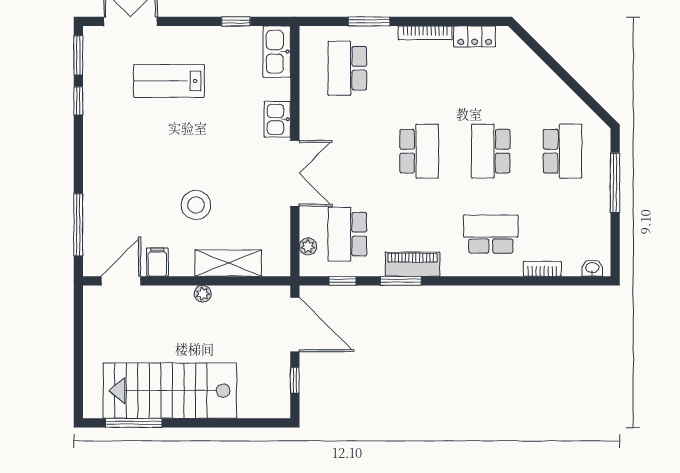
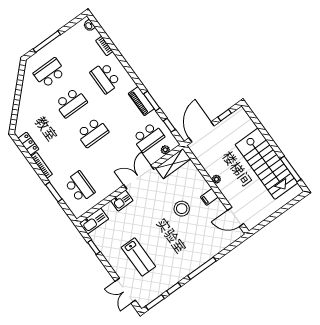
school desk: (347, 68) -> (80, 187), turned -90
school desk: (419, 151) -> (92, 132), turned 180
window: (78, 225) -> (202, 268), moved
filing cabinet: (157, 262) -> (209, 197), moved
shelving: (228, 263) -> (173, 164), moved, turned 90

